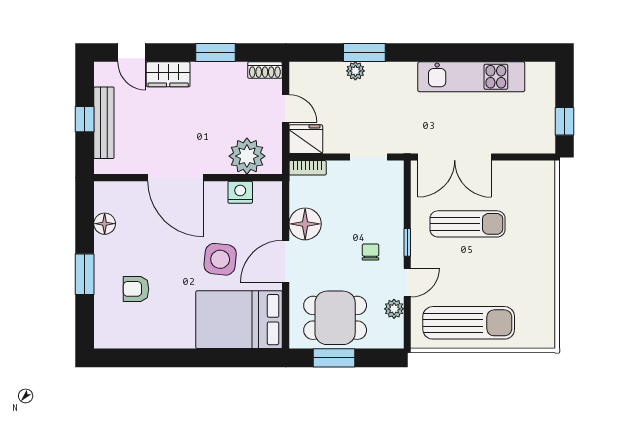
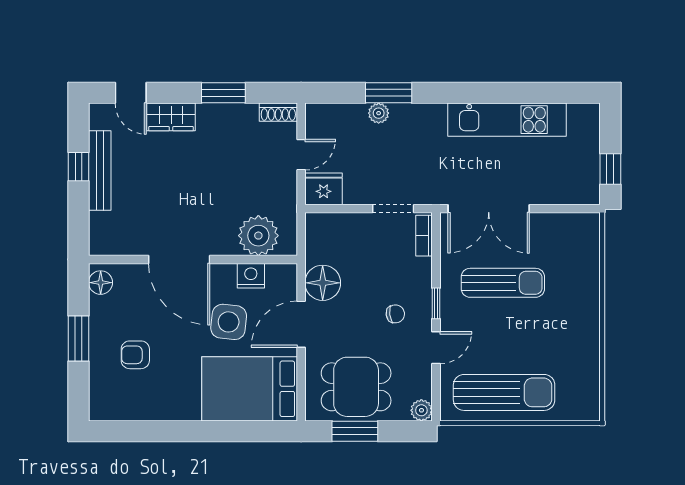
door: (286, 108) -> (301, 155), hinge flipped
plant: (247, 156) -> (258, 236), moved
bookcase: (308, 168) -> (424, 236), moved, turned 90
door: (175, 178) -> (179, 259), moved
wall: (188, 178) -> (193, 259), moved
nightstand: (240, 192) -> (251, 276), moved
chair: (371, 252) -> (395, 314), turned 82
plant: (394, 309) -> (421, 410), moved

